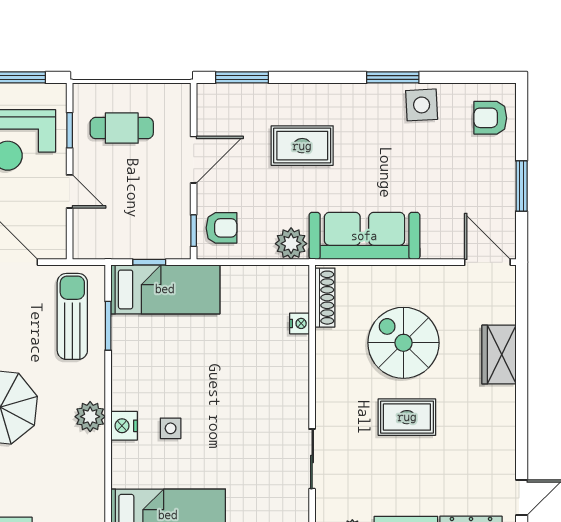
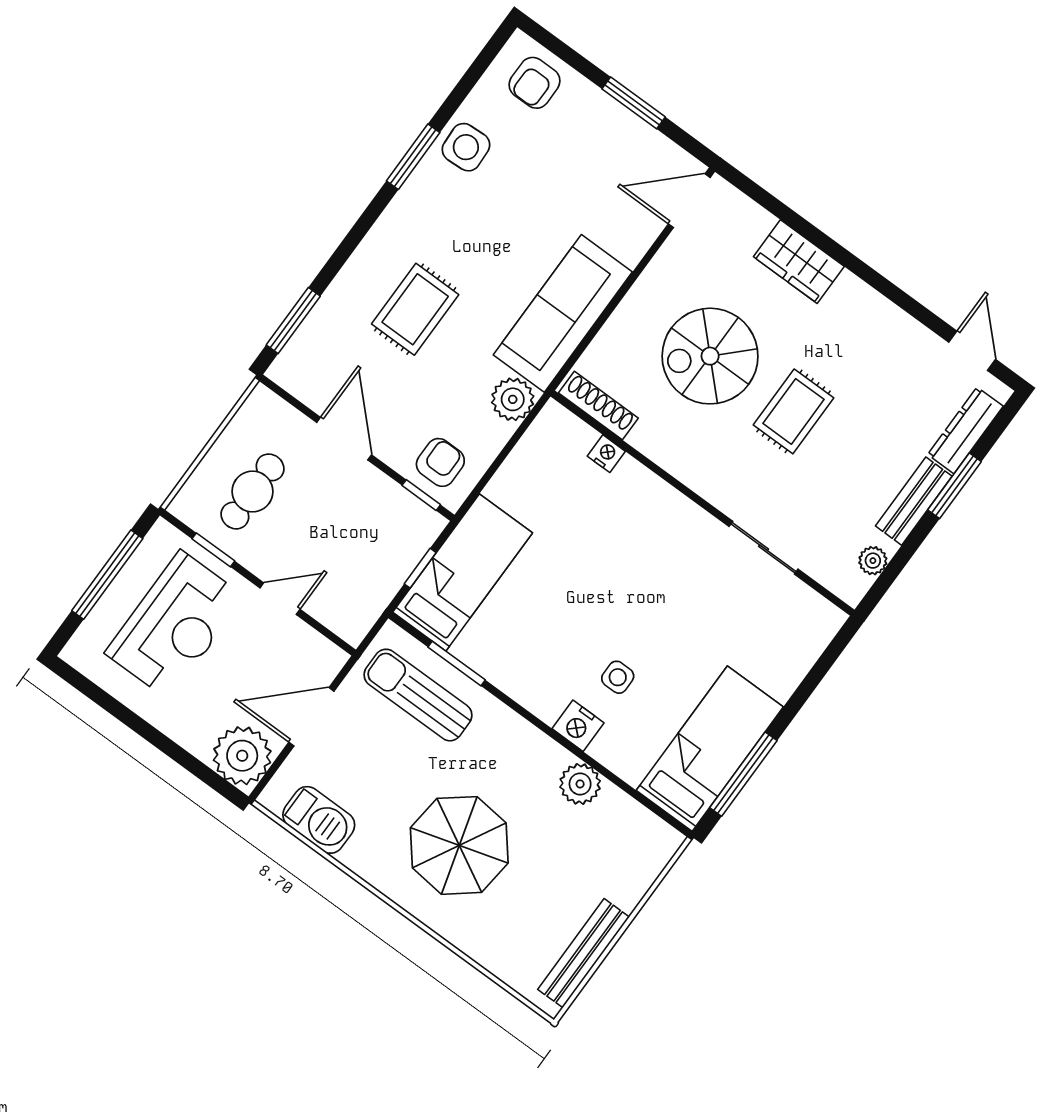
plant: (90, 417) -> (580, 784), moved

